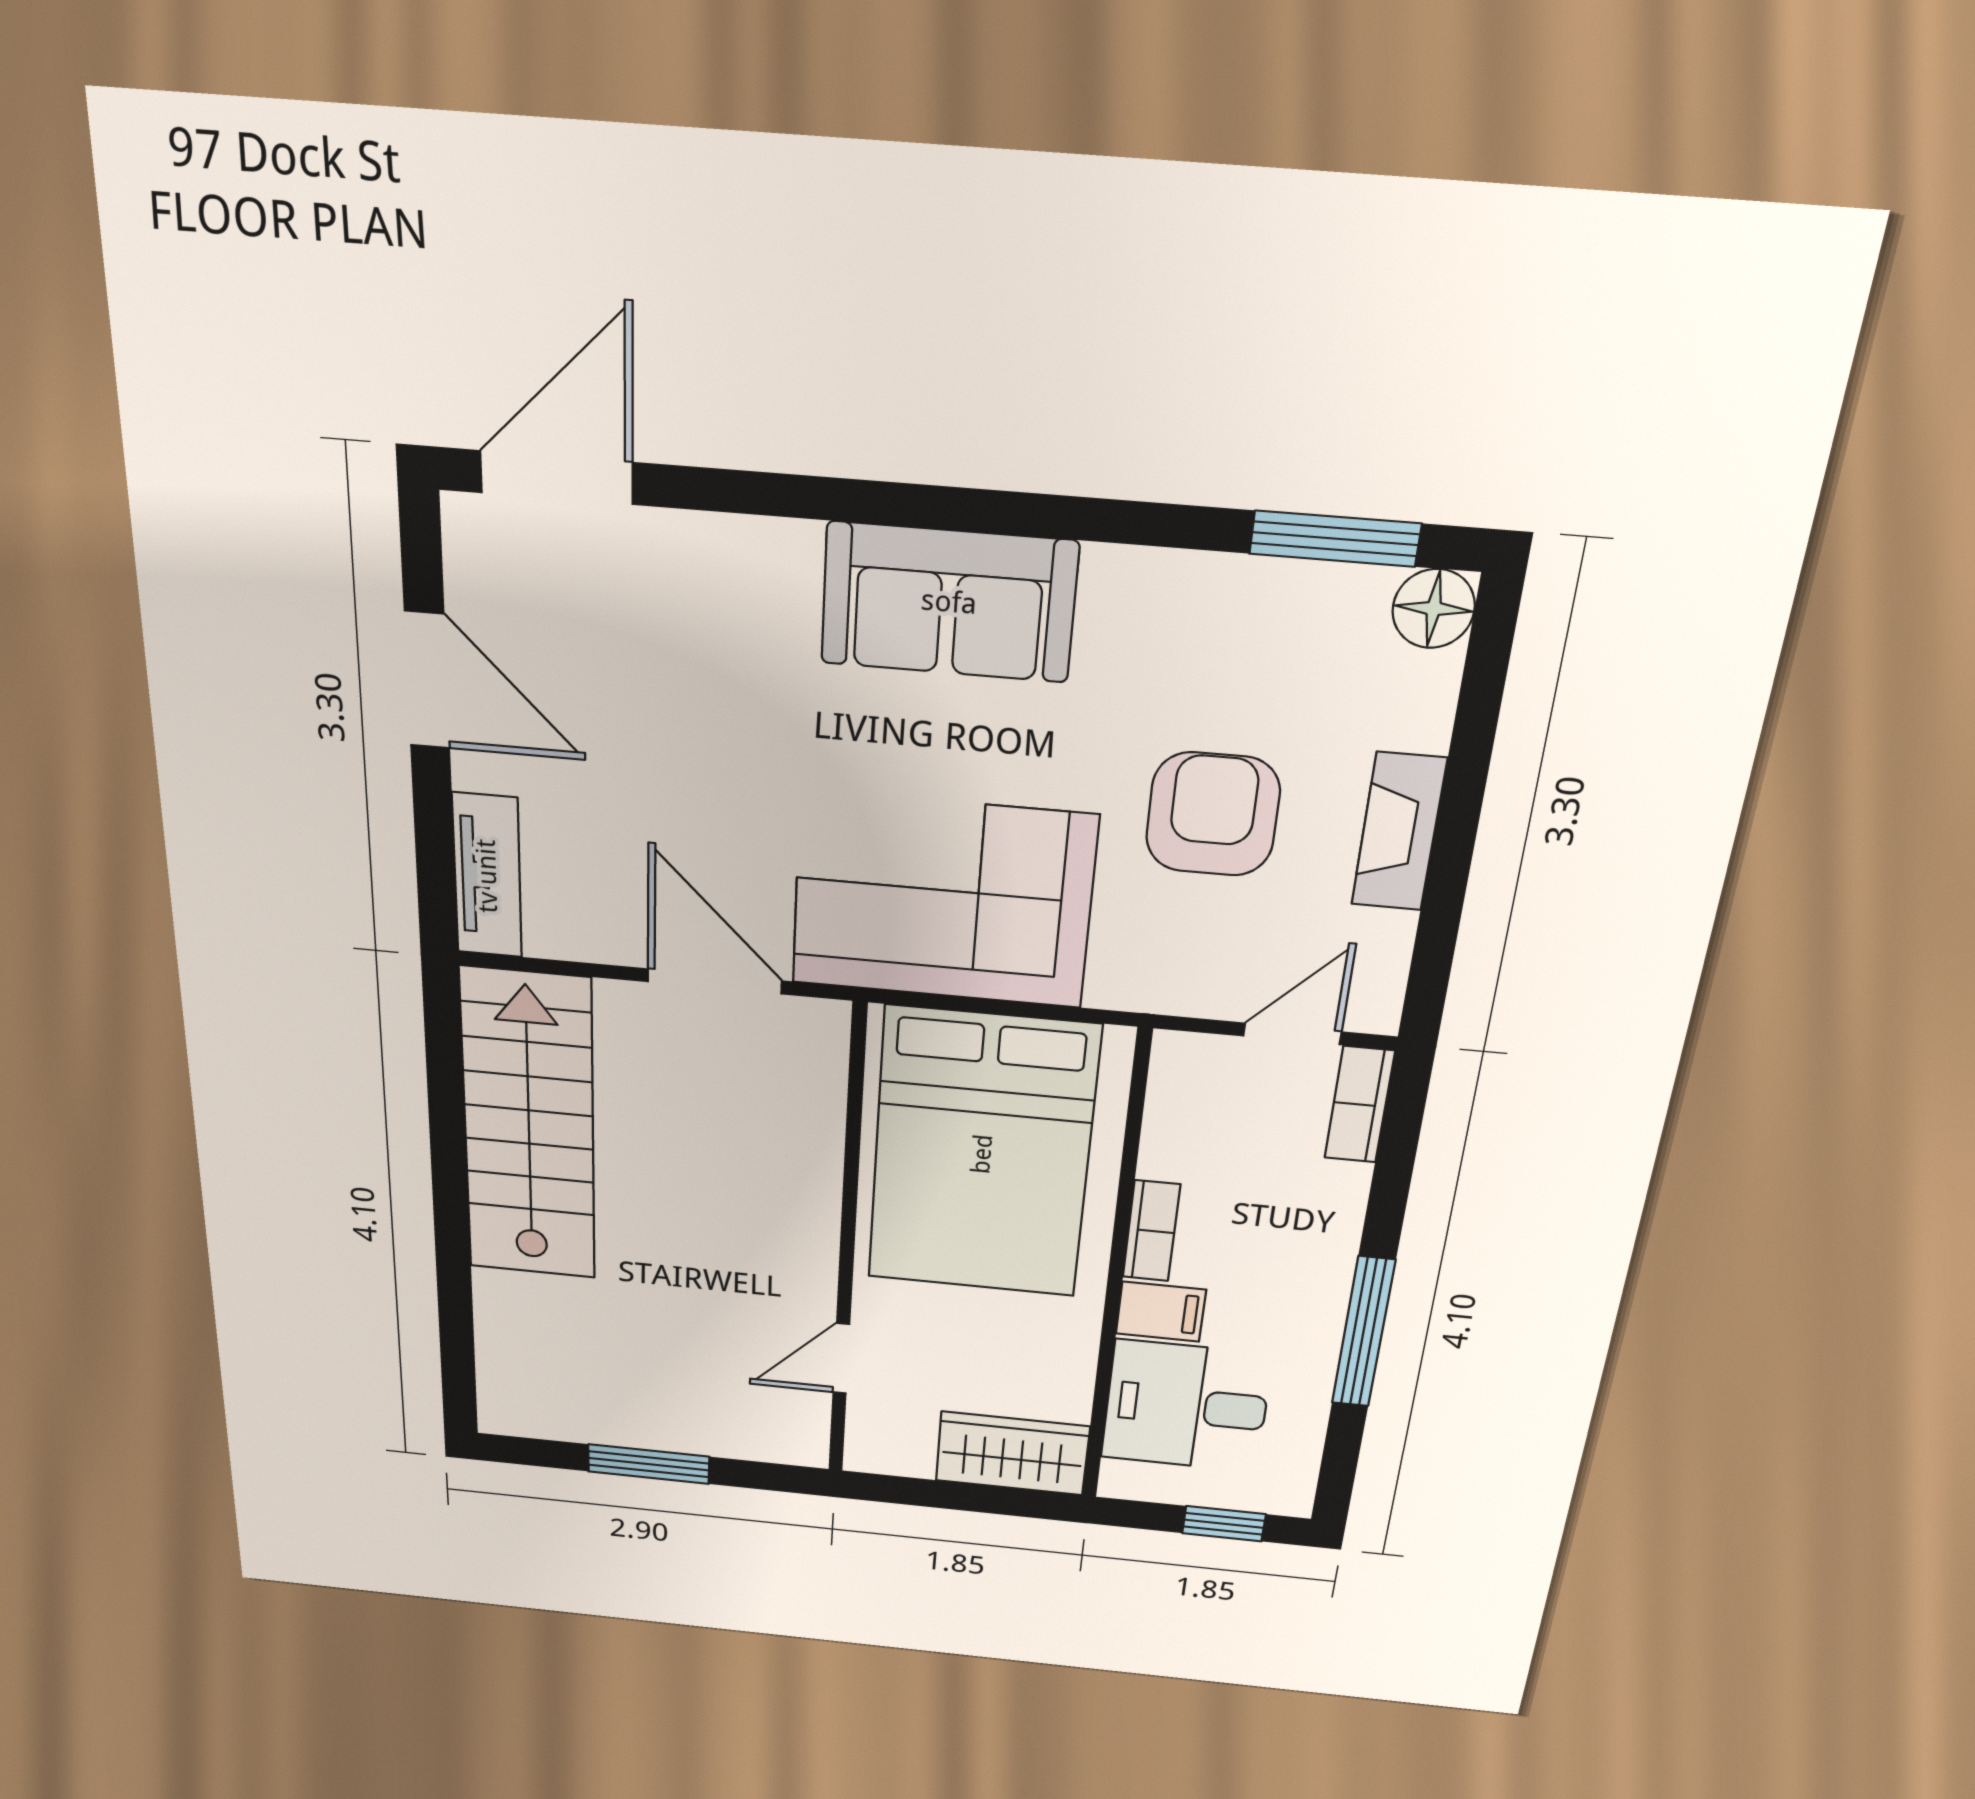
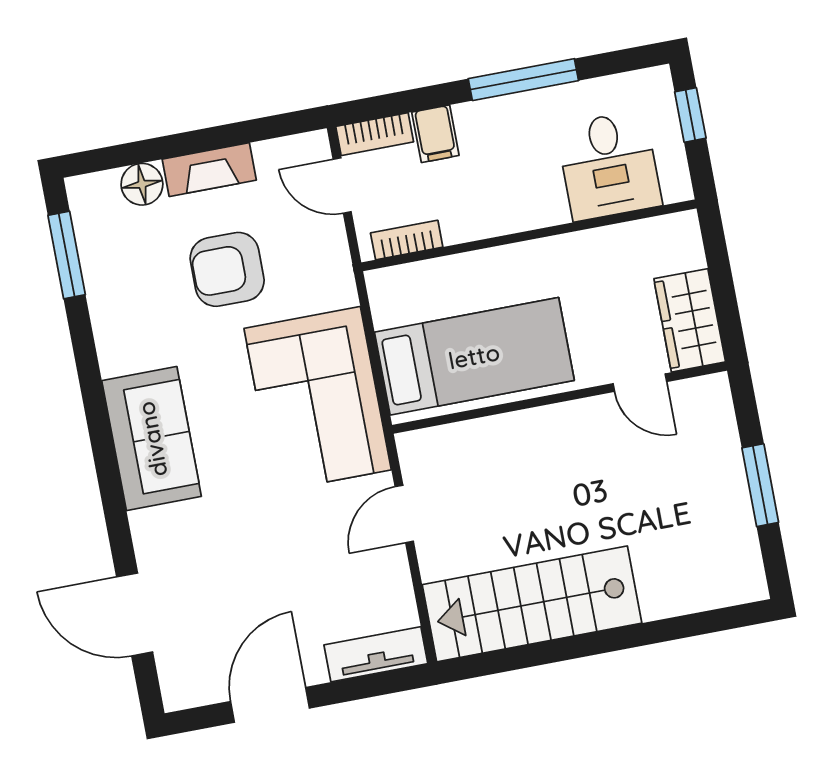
door: (557, 478) -> (135, 614), moved
floor lamp: (1434, 609) -> (142, 184), moved
door: (715, 981) -> (404, 514), width x0.73
bed: (982, 1154) -> (474, 356), width x0.67
bookcase: (1151, 1231) -> (407, 240), moved
filing cabinet: (1161, 1312) -> (435, 134), moved, turned 180
wardrobe: (1012, 1453) -> (690, 320), moved

